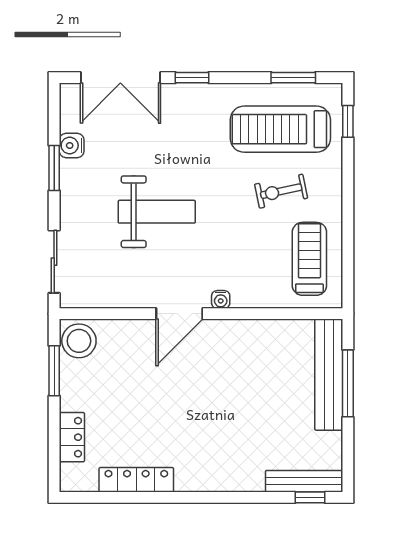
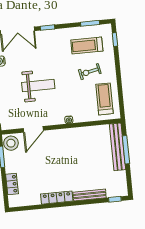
treadmill: (280, 129) -> (87, 46), width x0.73, depth x0.73
door: (179, 314) -> (33, 129), moved
locker: (136, 480) -> (57, 198), moved
bench: (304, 481) -> (90, 195), moved

